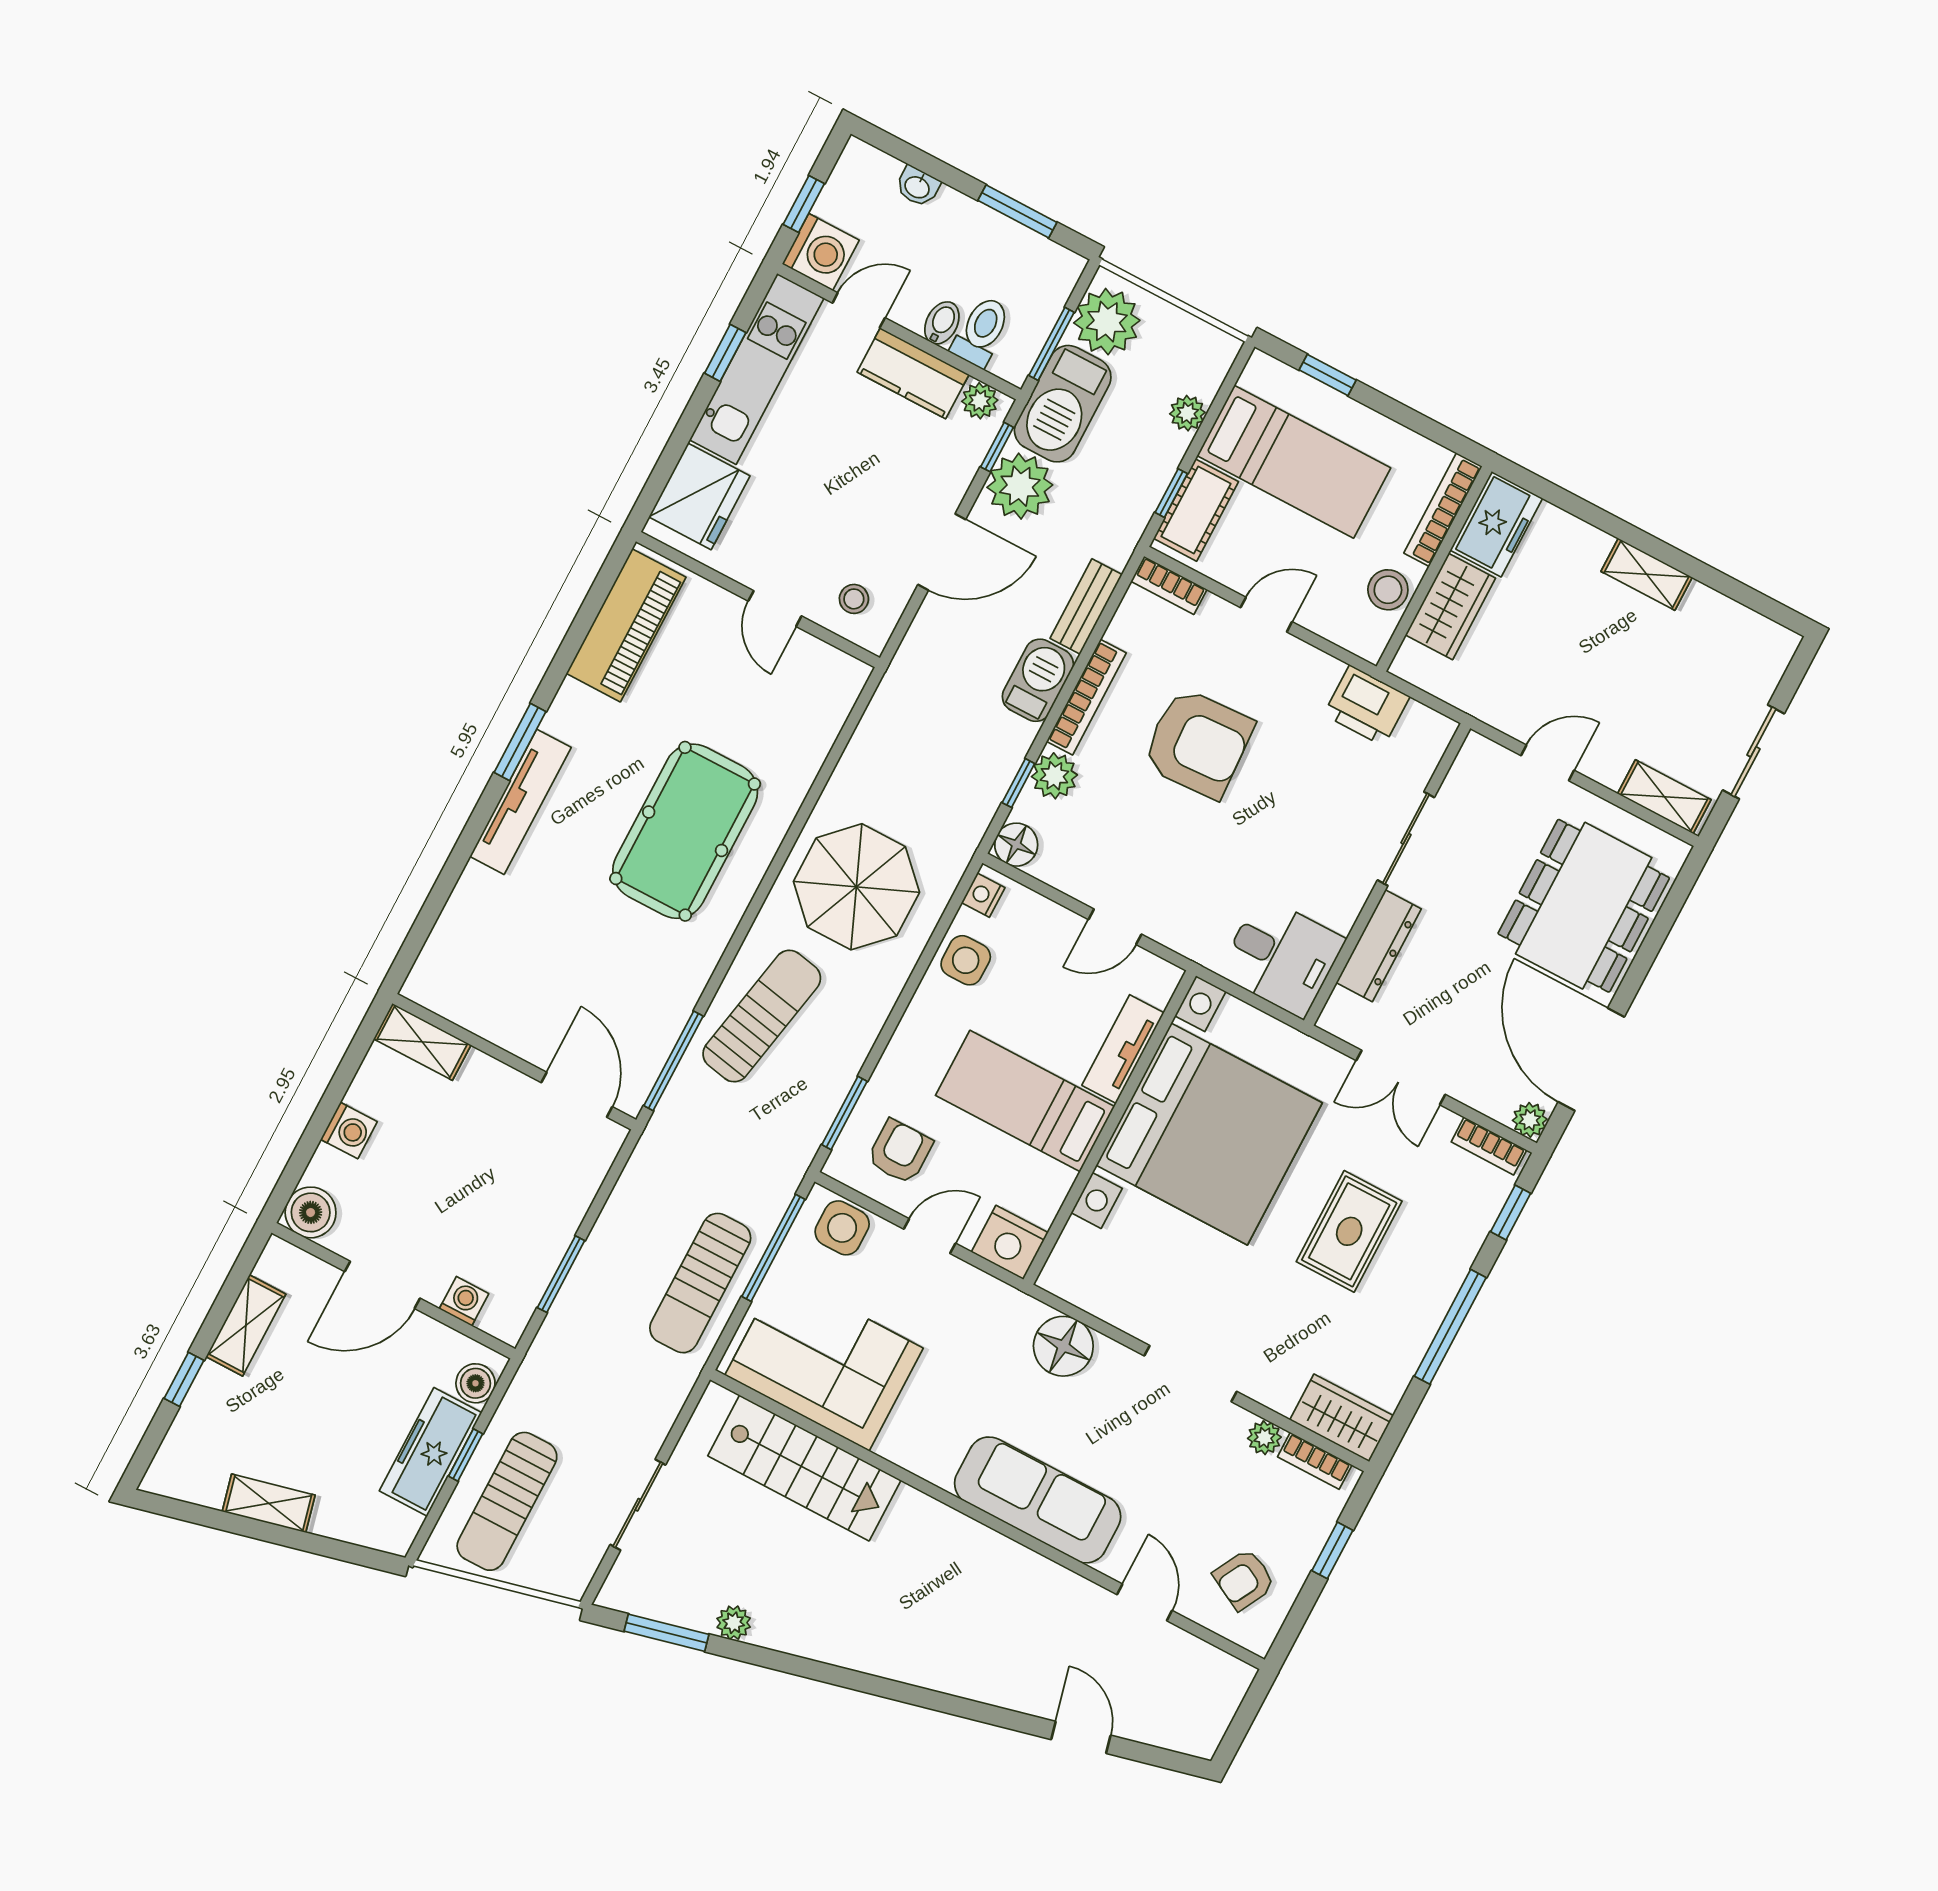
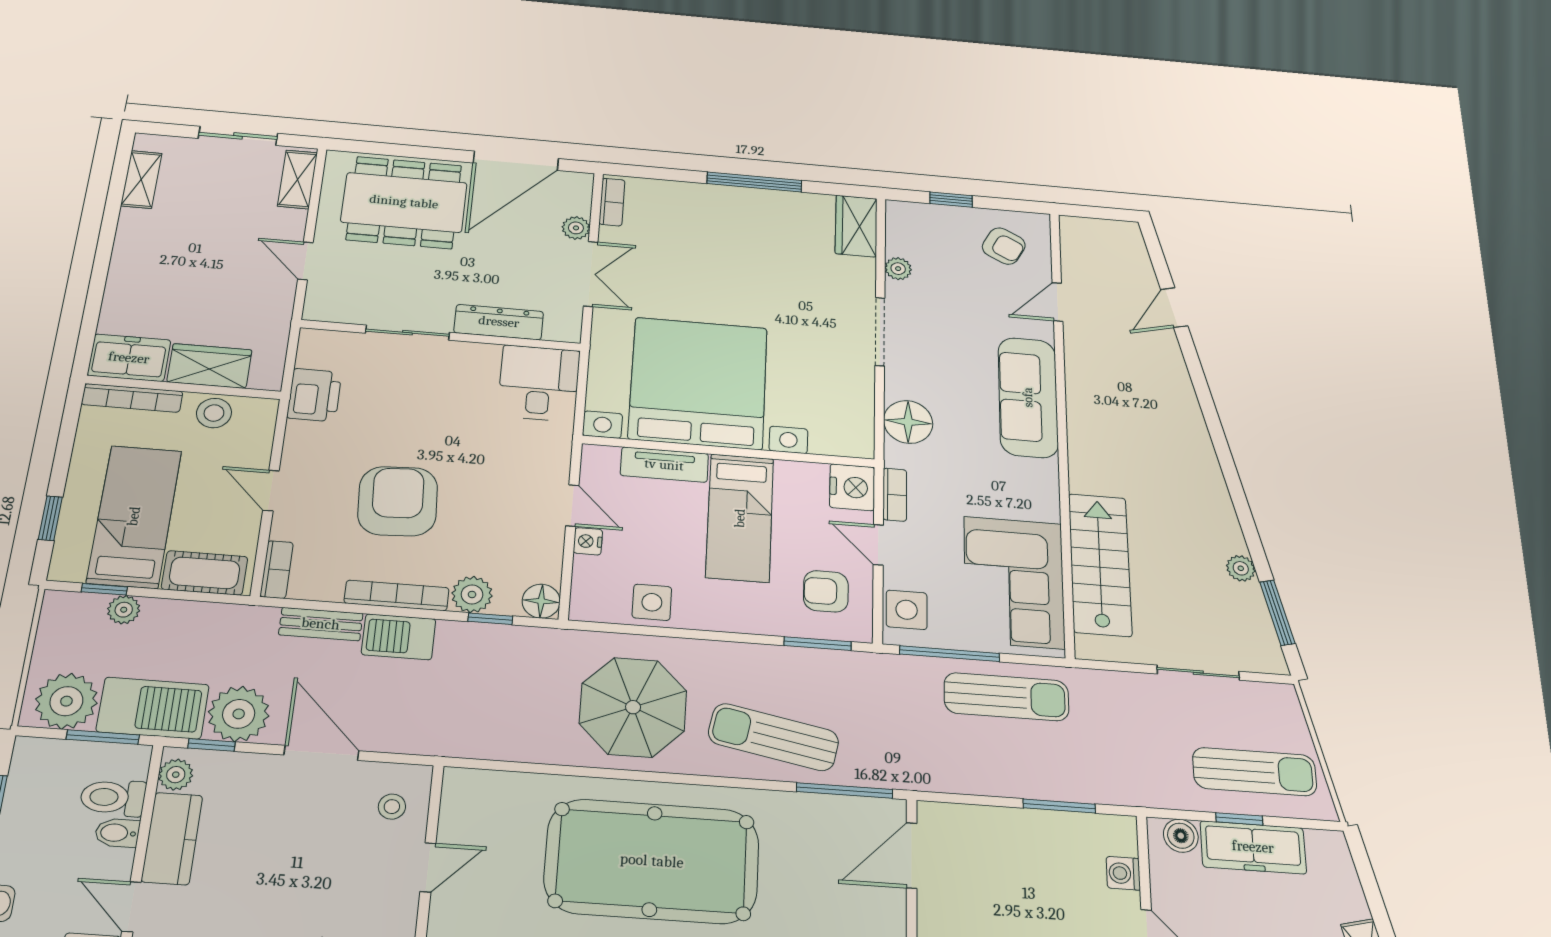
window: (1171, 493) -> (104, 589), moved
shelving: (1647, 574) -> (141, 179), moved
pool table: (685, 831) -> (652, 861), width x1.36, depth x1.32
nightstand: (983, 895) -> (588, 541), moved, turned 90
plant: (1530, 1120) -> (576, 228), moved
window: (1511, 1213) -> (653, 173), removed
rug: (1349, 1231) -> (721, 267), removed
bookcase: (1315, 1461) -> (895, 495), moved

